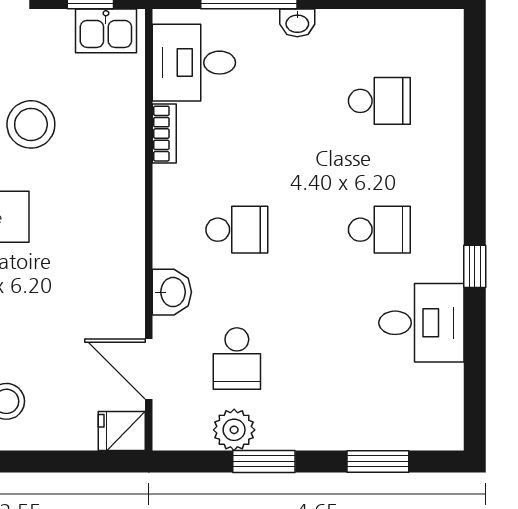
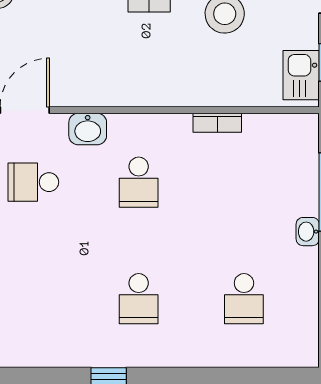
desk: (194, 63) -> (275, 147), removed
desk: (421, 323) -> (63, 333), removed

